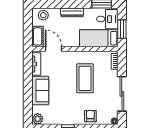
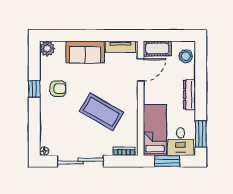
coffee table: (85, 78) -> (101, 112), turned 30
armchair: (90, 116) -> (58, 89), moved

